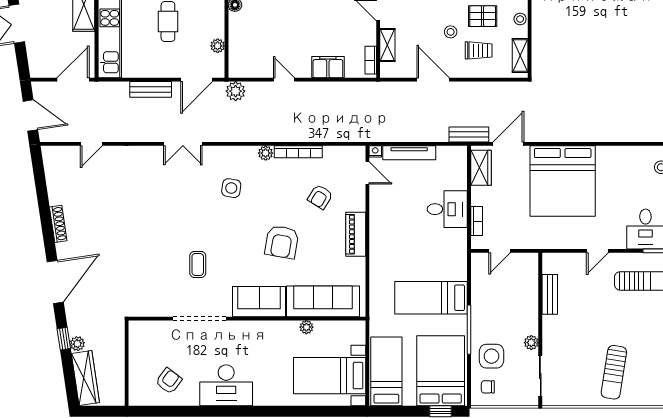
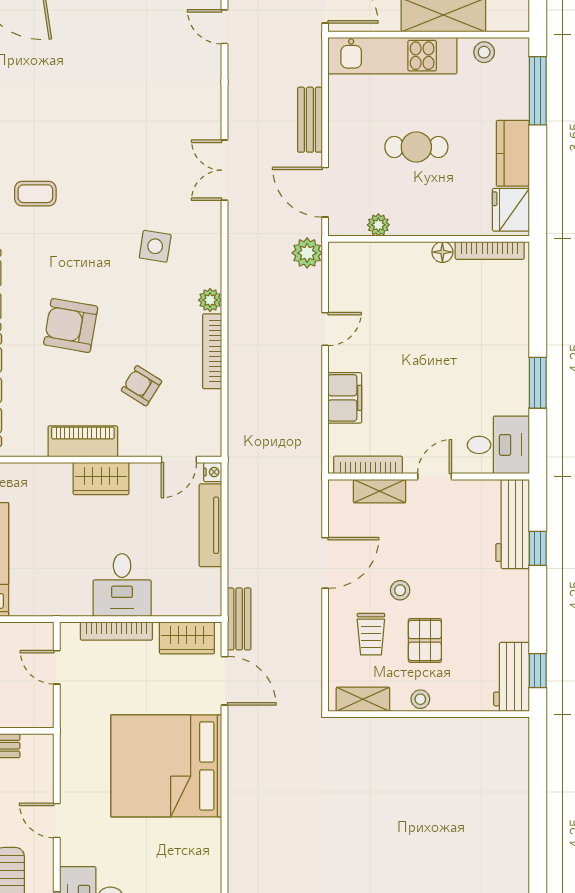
bookcase: (371, 60) -> (368, 465), width x1.56
bookcase: (477, 221) -> (116, 631), width x1.56
wardrobe: (379, 223) -> (101, 479), added

